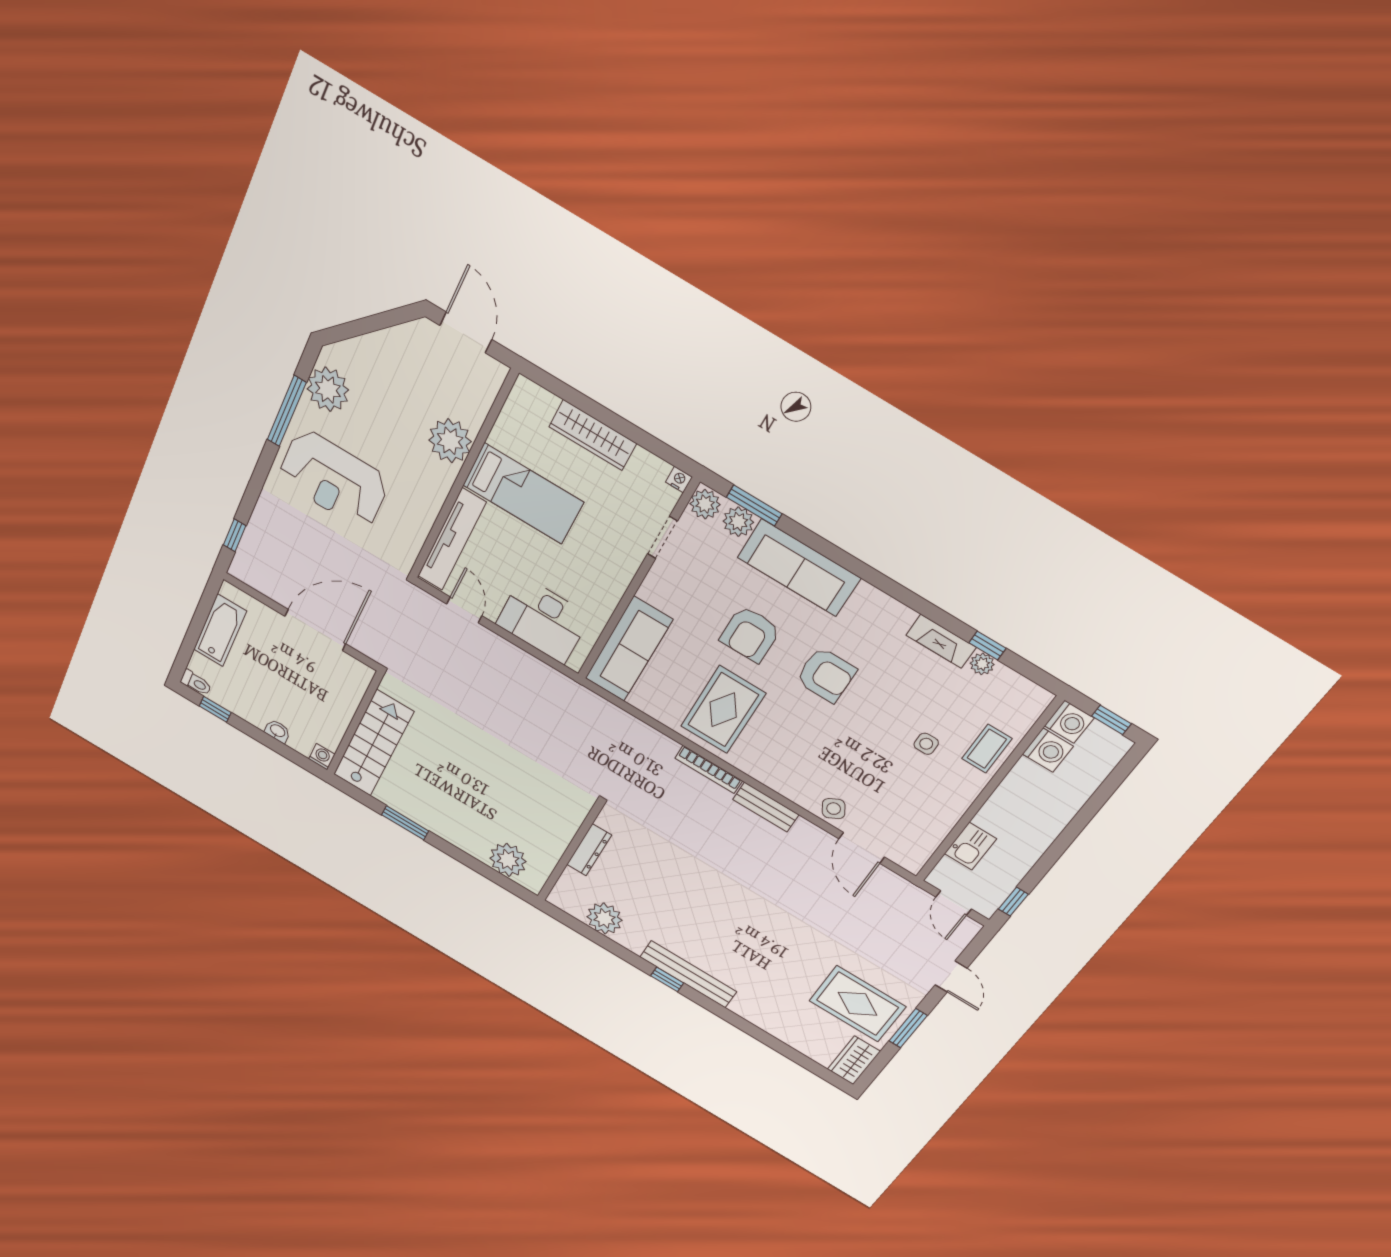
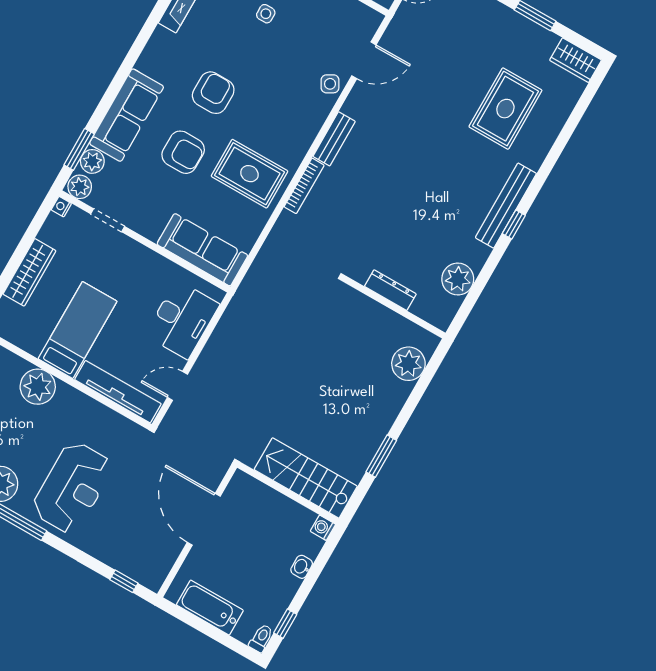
rug: (857, 1004) -> (505, 109), moved

